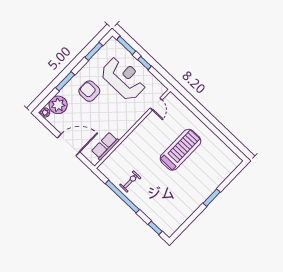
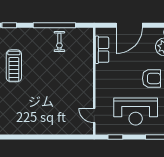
window: (144, 63) -> (115, 137), moved
treadmill: (181, 150) -> (14, 66), moved, width x0.73, depth x0.73

